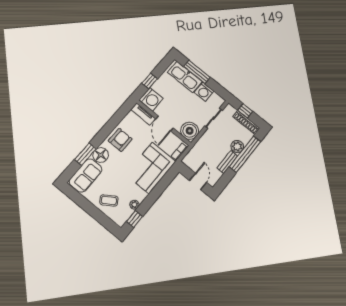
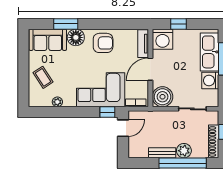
door: (198, 181) -> (123, 128), moved
window: (135, 219) -> (107, 112), moved

